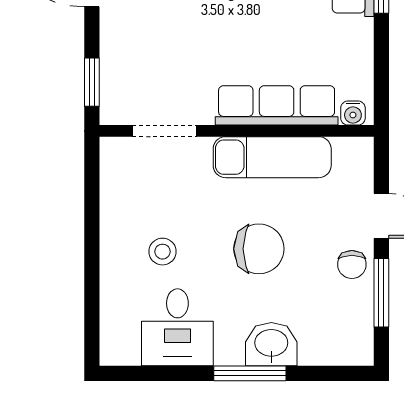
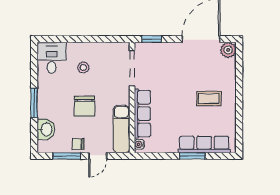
doorway: (164, 131) -> (132, 68), width x1.38
exam couch: (272, 157) -> (121, 129), moved
desk: (177, 327) -> (52, 58), moved, turned 90
washbasin: (271, 344) -> (46, 129), moved

